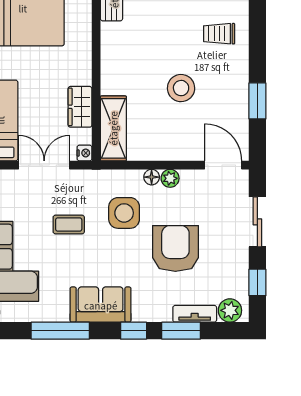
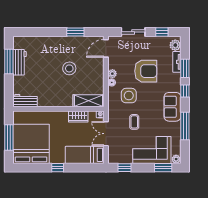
trolley: (219, 34) -> (43, 50), removed
armchair: (175, 248) -> (146, 71), turned 180

